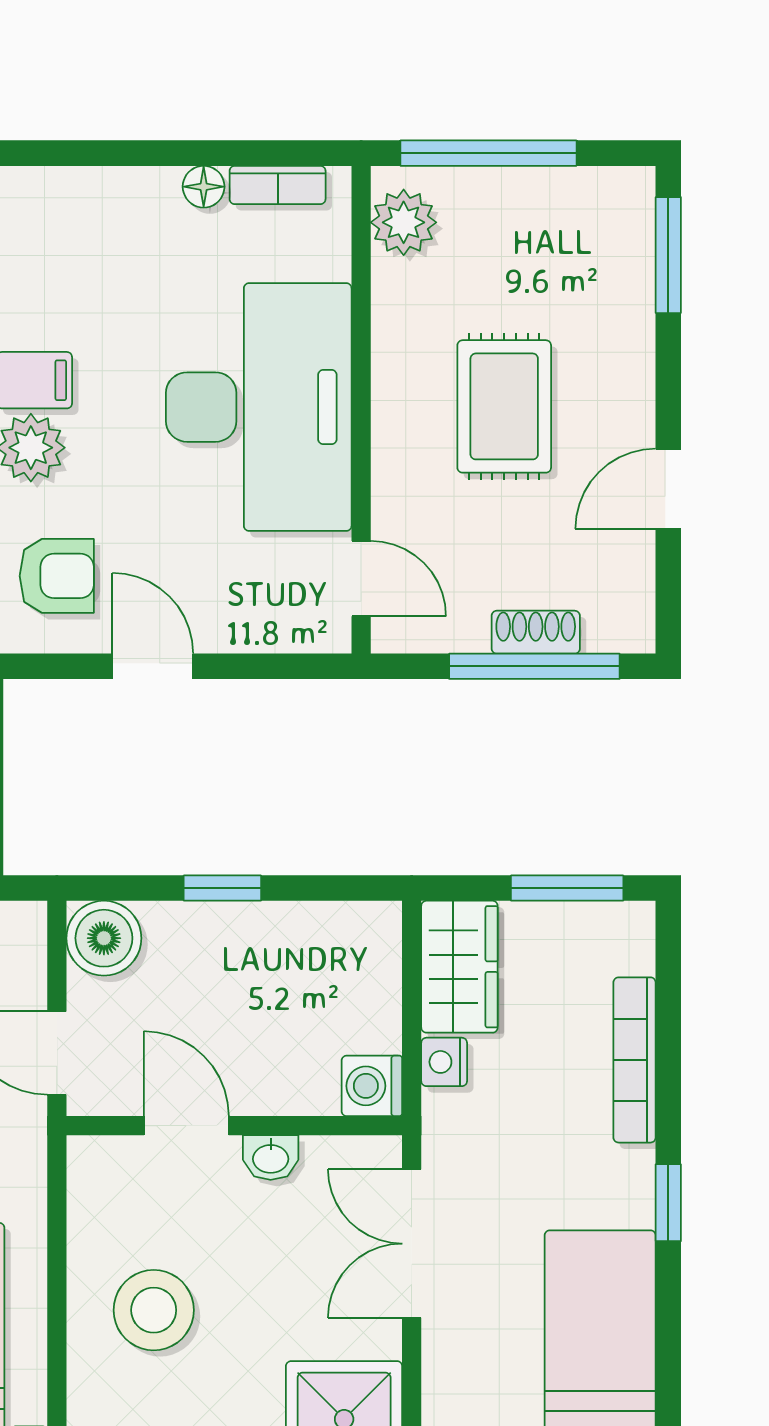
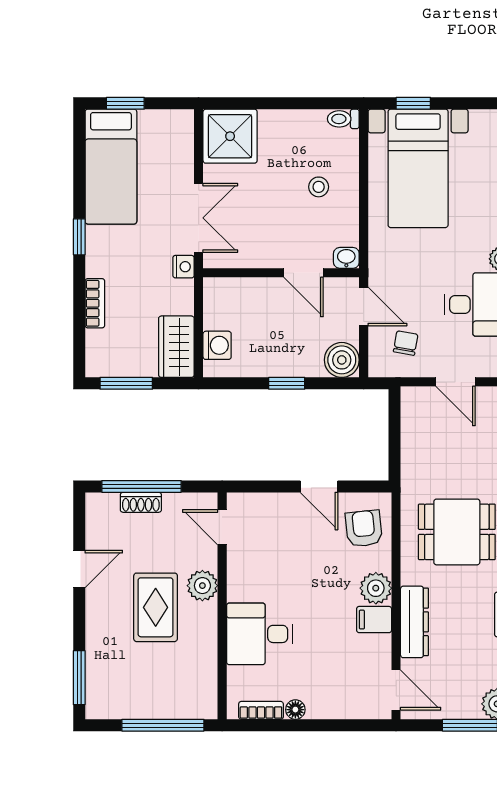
plant: (404, 222) -> (202, 586), moved
desk: (259, 407) -> (260, 634), width x0.53, depth x0.77
armchair: (57, 576) -> (364, 528), turned 84
bookcase: (635, 1060) -> (95, 303), width x0.64
nightstand: (444, 1062) -> (183, 267), moved
washing machine: (372, 1086) -> (217, 345), moved
washbasin: (271, 1158) -> (346, 258), moved
stool: (154, 1310) -> (319, 187), width x0.53, depth x0.53

